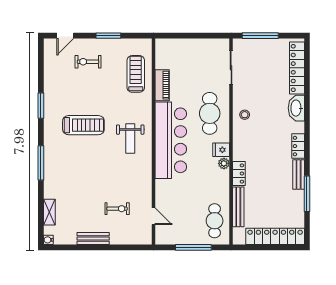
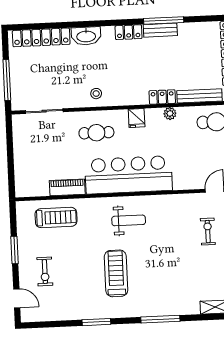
treadmill: (136, 74) -> (56, 217), turned 180
cafe table: (210, 113) -> (96, 133), width x0.73, depth x0.74
plant: (224, 163) -> (170, 114), moved
window: (307, 194) -> (164, 21), moved

